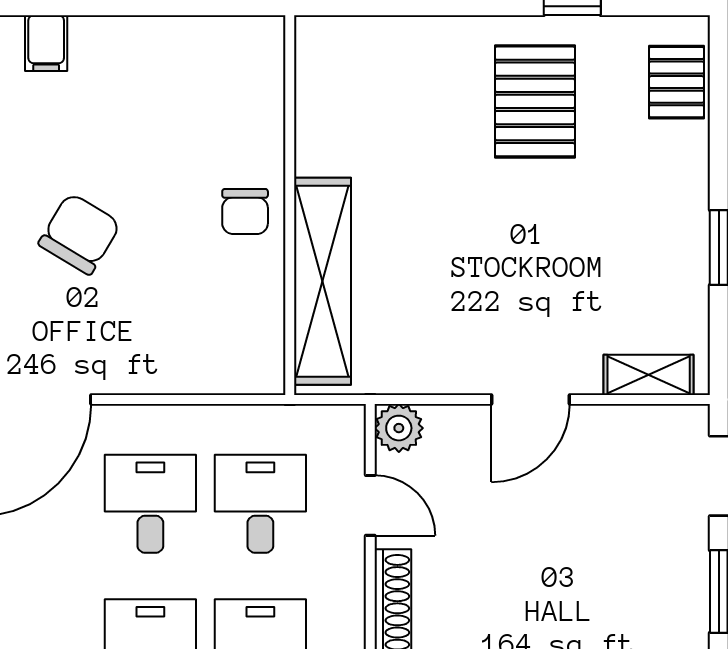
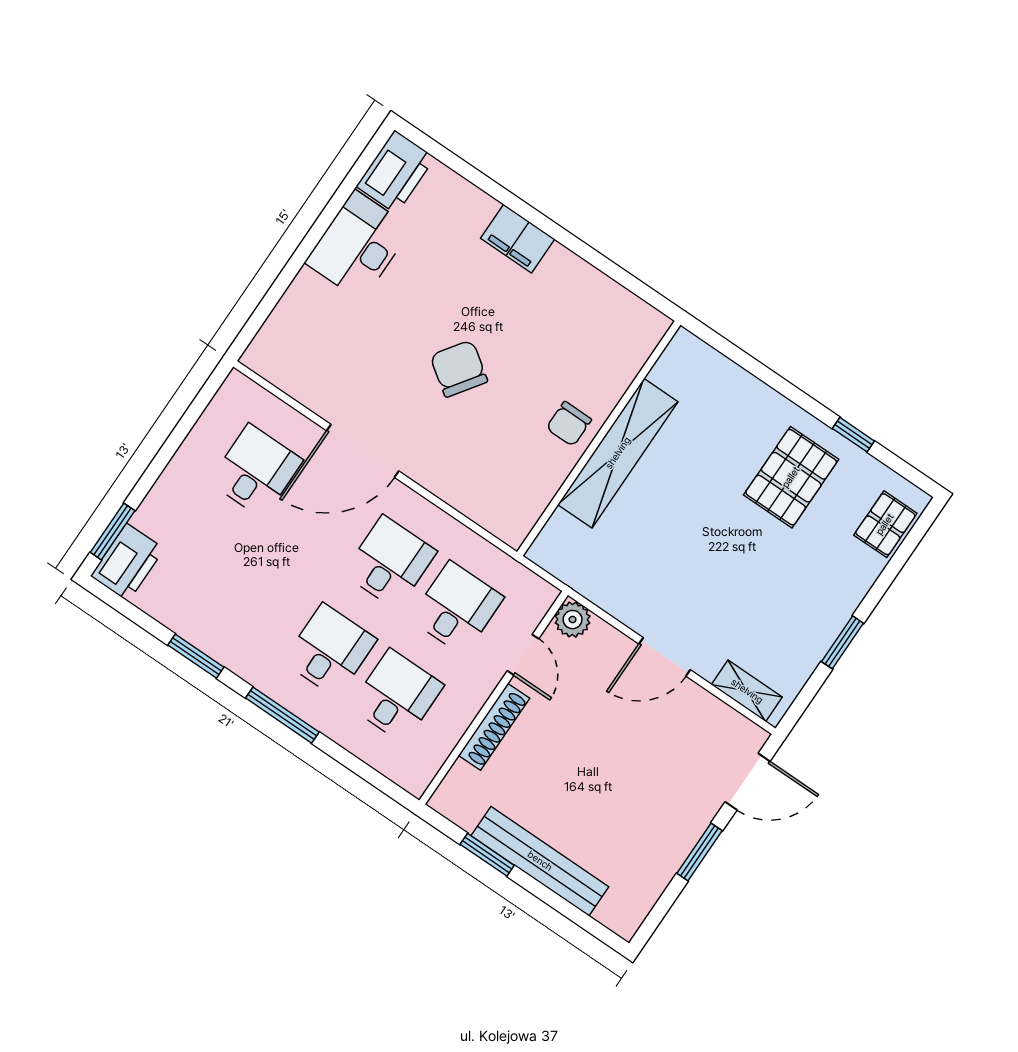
filing cabinet: (46, 43) -> (518, 239), width x2.00
chair: (80, 234) -> (459, 369), turned -86
shelving: (323, 281) -> (618, 453), moved

